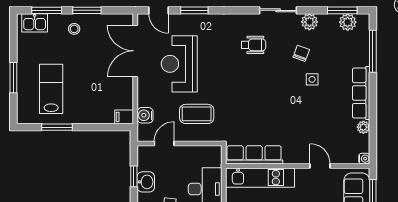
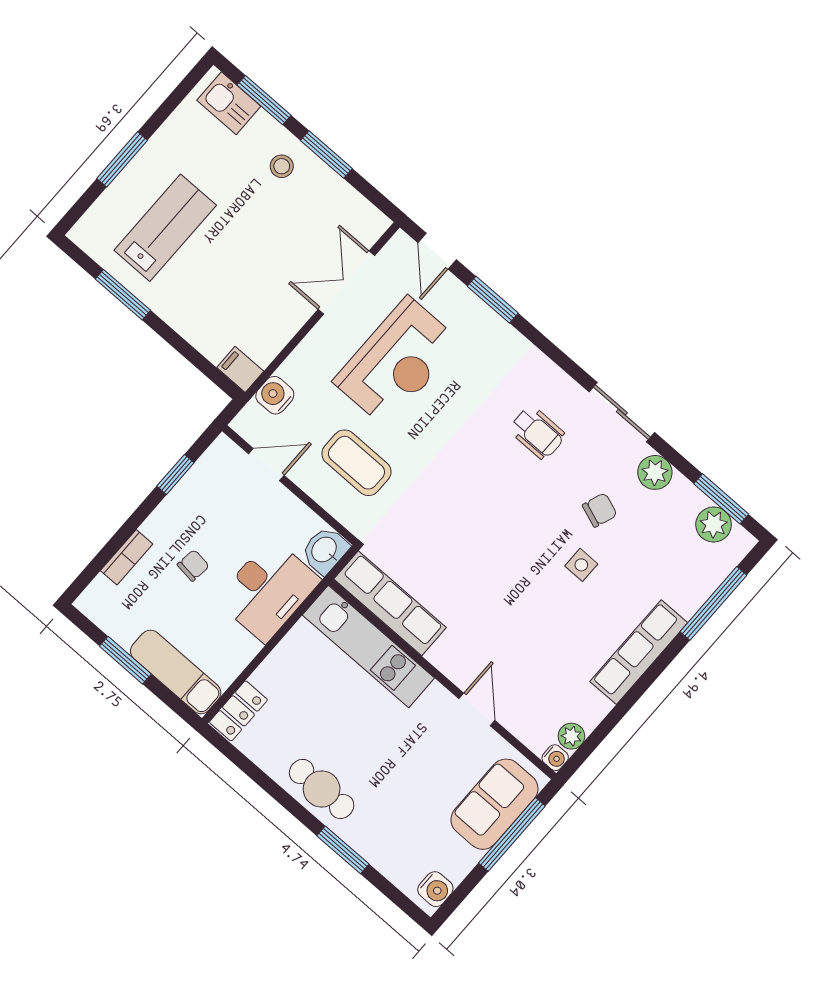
double door: (135, 51) -> (346, 283), width x0.73
reception desk: (179, 64) -> (397, 362), turned 180
plant: (363, 127) -> (571, 736), moved
washbasin: (146, 182) -> (325, 550), moved, turned 180

